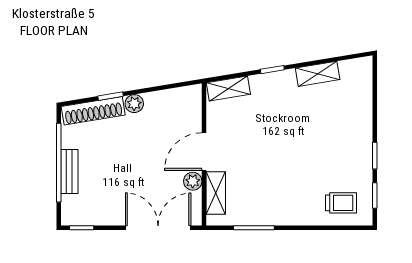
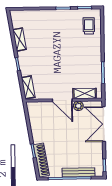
plant: (134, 104) -> (37, 138), removed
bench: (69, 171) -> (78, 172), width x1.36

